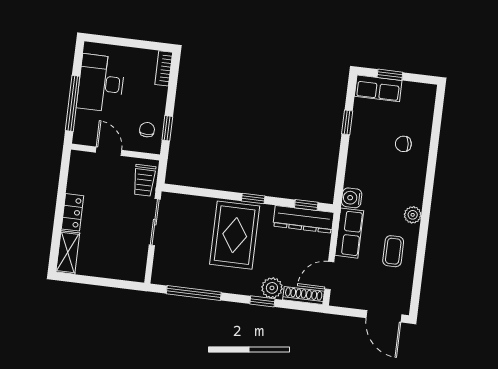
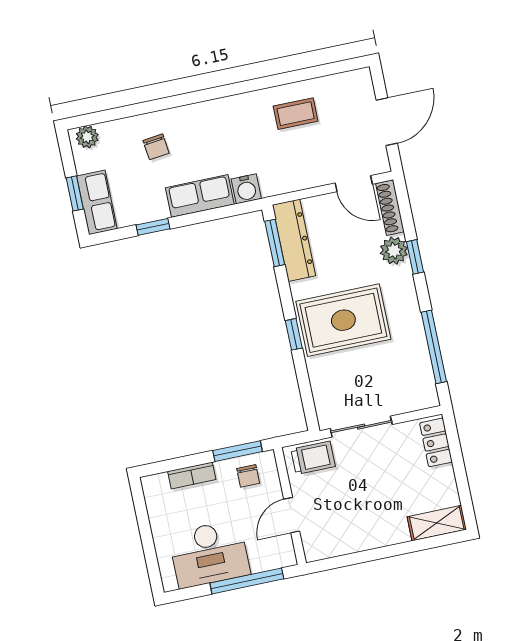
bookcase: (164, 68) -> (192, 475), moved
window: (167, 128) -> (238, 451), width x1.50
chair: (147, 130) -> (248, 476), turned -90
window: (253, 198) -> (294, 334), moved
window: (306, 205) -> (275, 243), width x1.50
locker: (72, 212) -> (436, 442), moved, turned -90
plant: (413, 215) -> (87, 137), moved
row of seats: (349, 233) -> (200, 196), moved
door: (384, 316) -> (387, 122), moved

